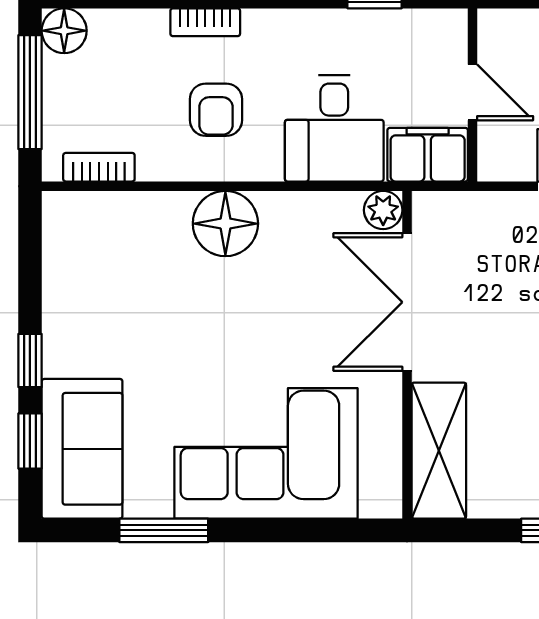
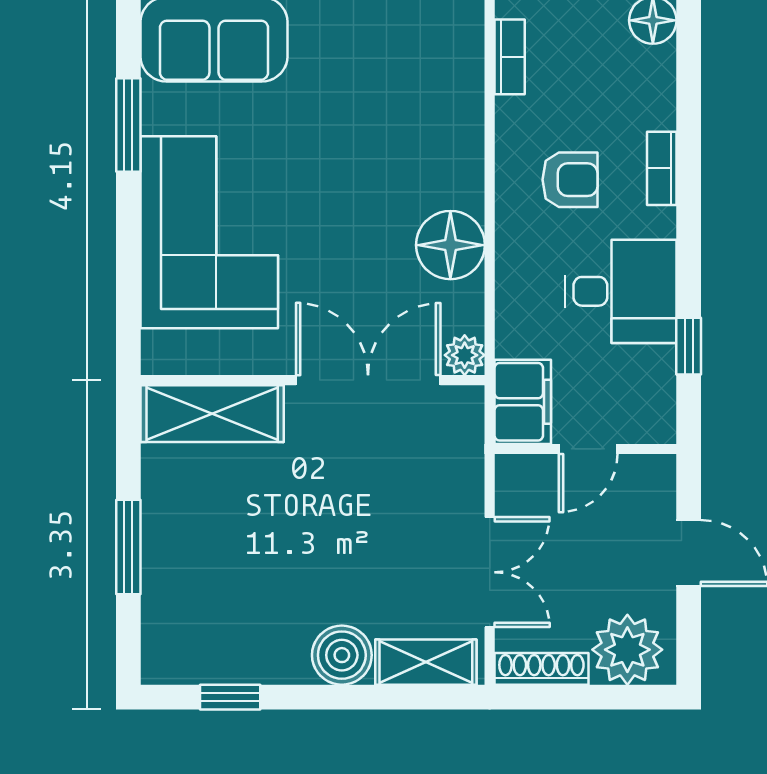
armchair: (216, 110) -> (570, 180), turned 180
desk: (334, 128) -> (621, 291), moved, turned 180
floor lamp: (225, 224) -> (450, 245), moved

